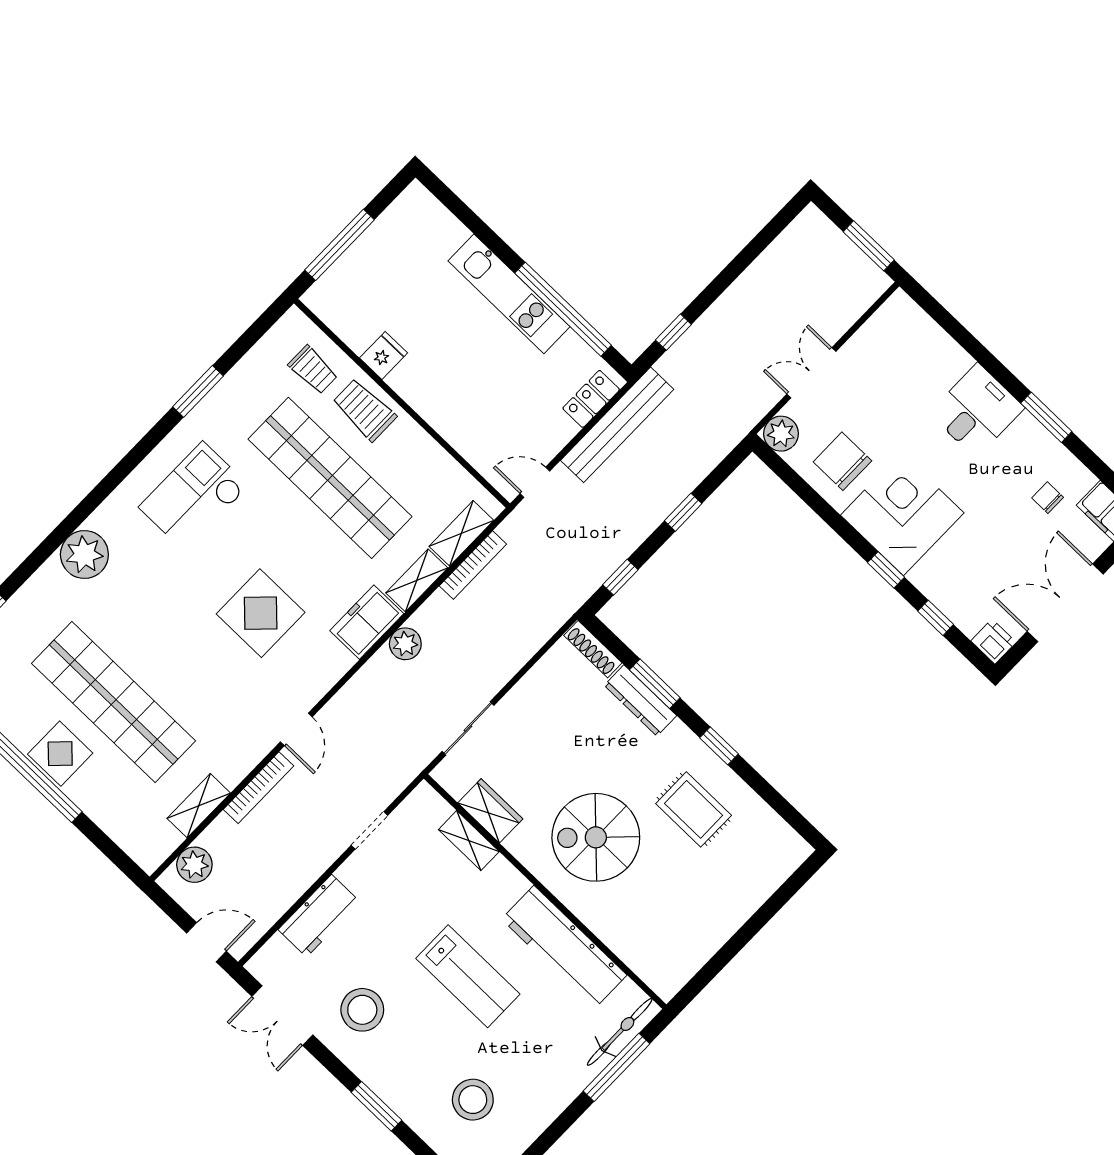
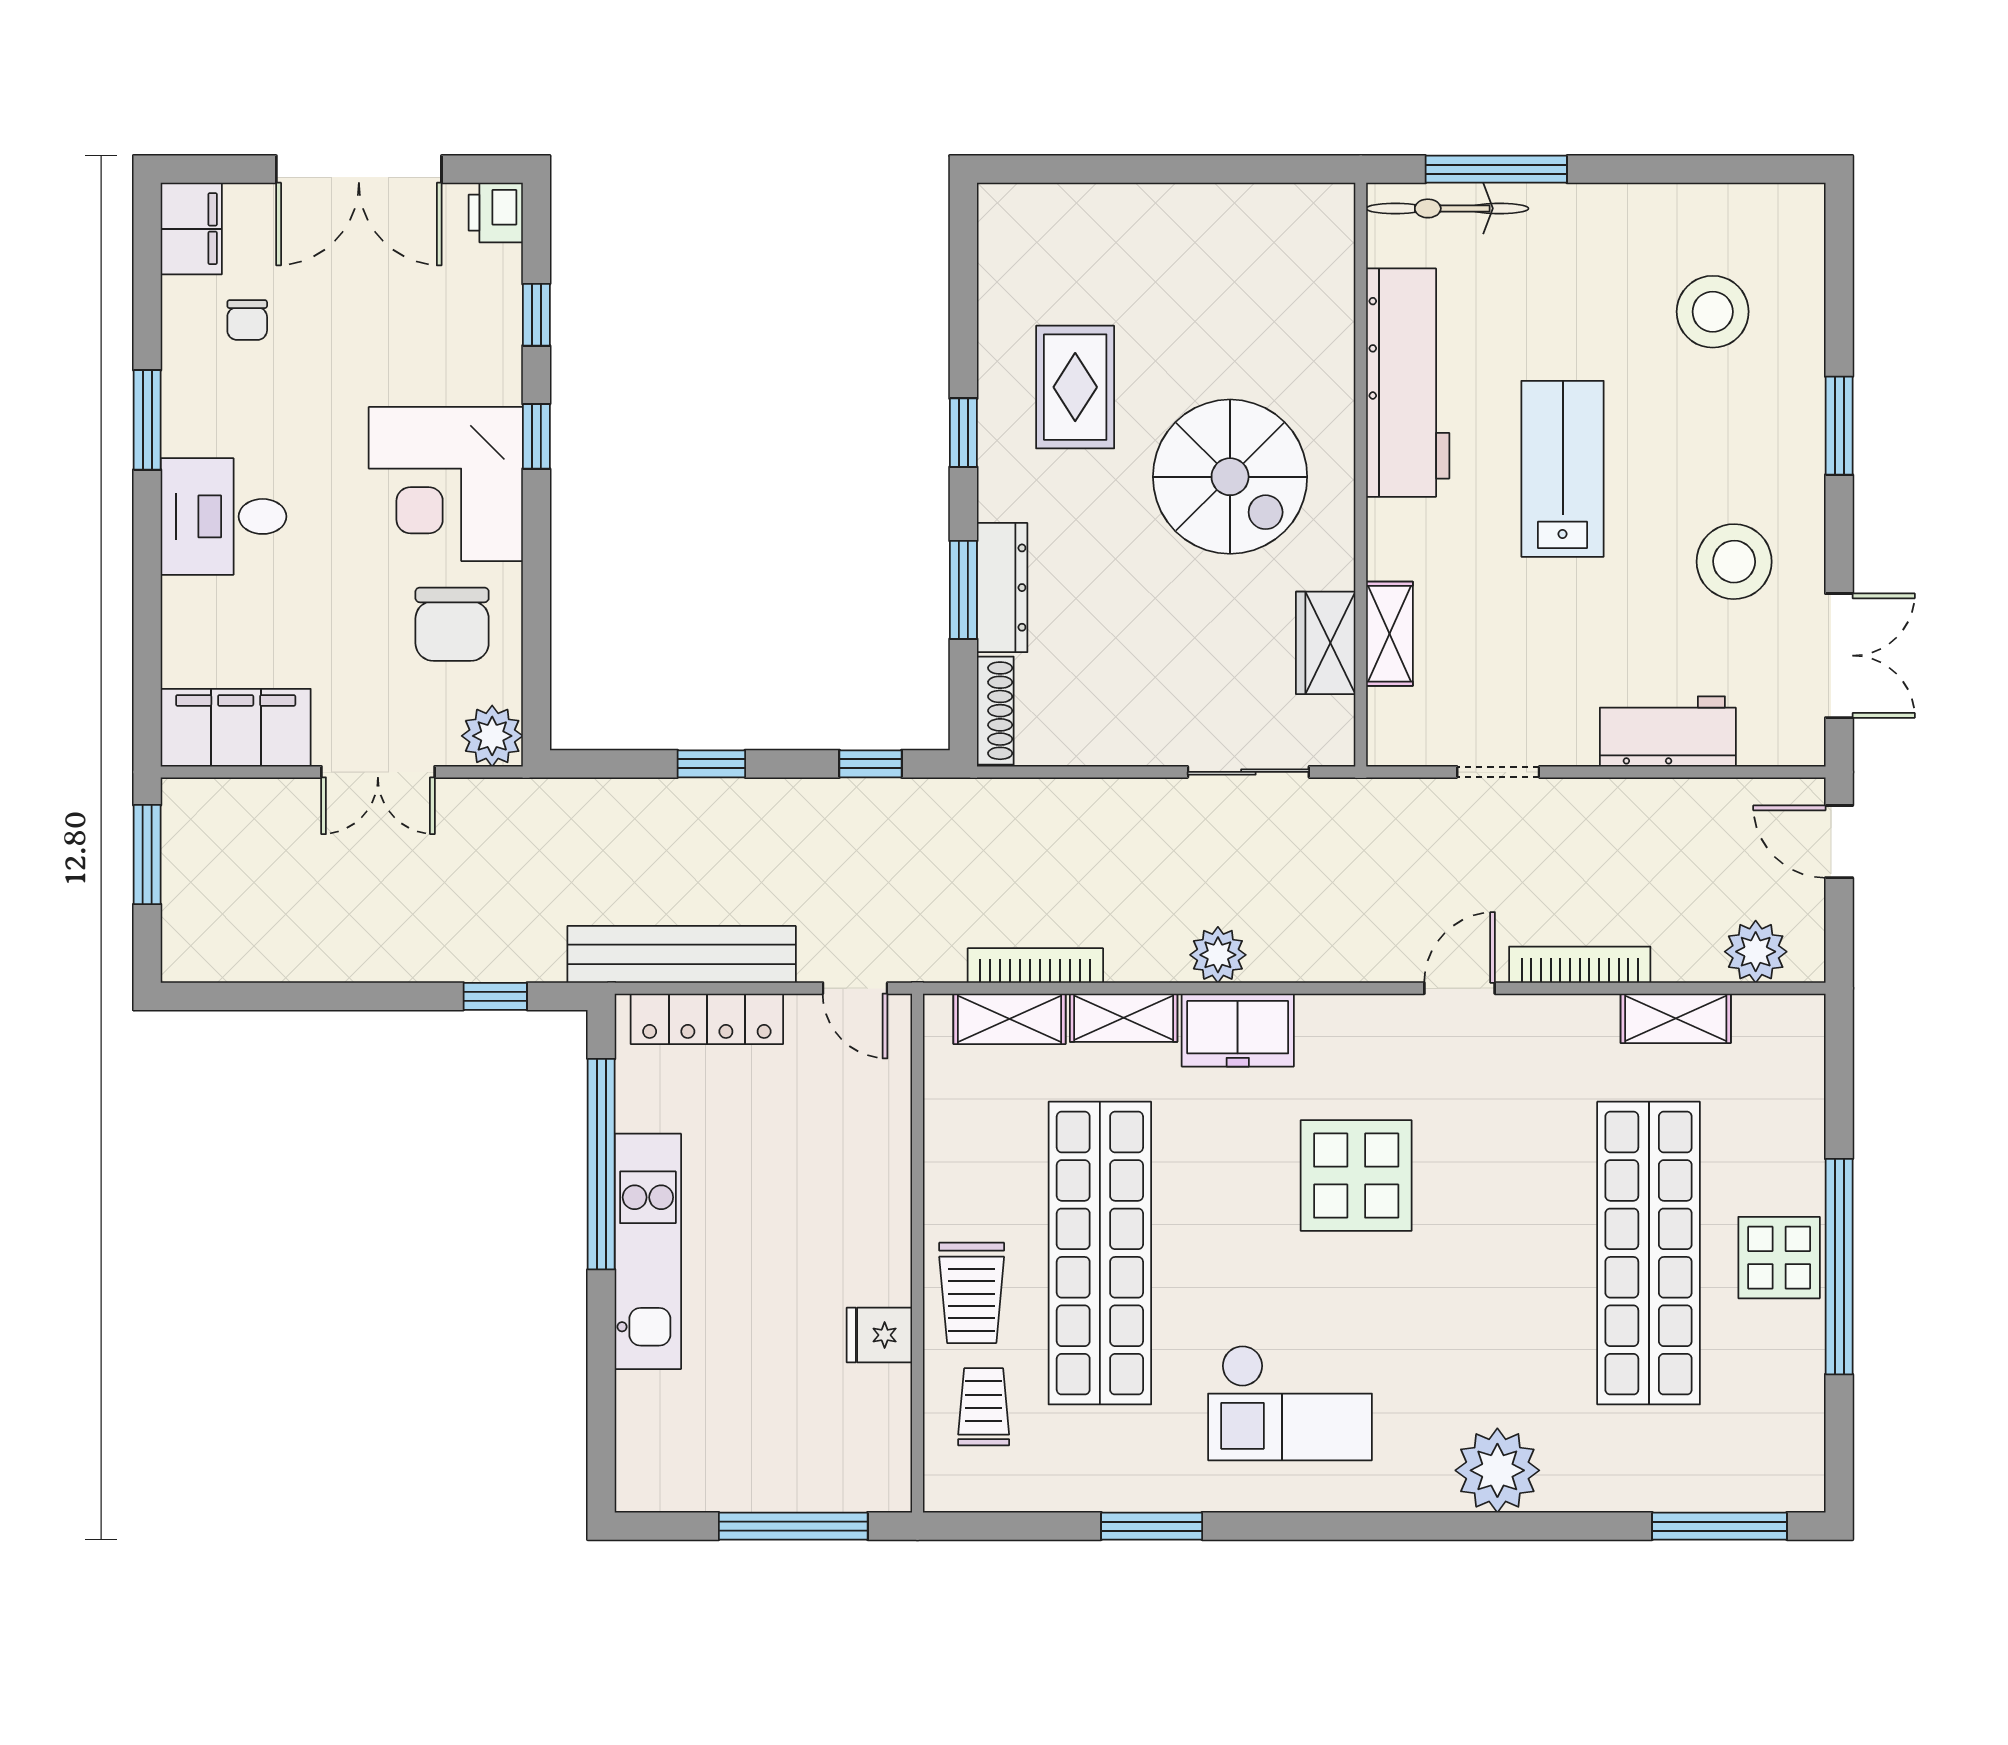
filing cabinet: (886, 332) -> (236, 728), added
locker: (591, 399) -> (707, 1019), width x1.53

